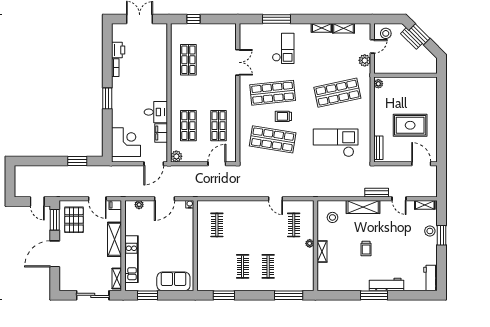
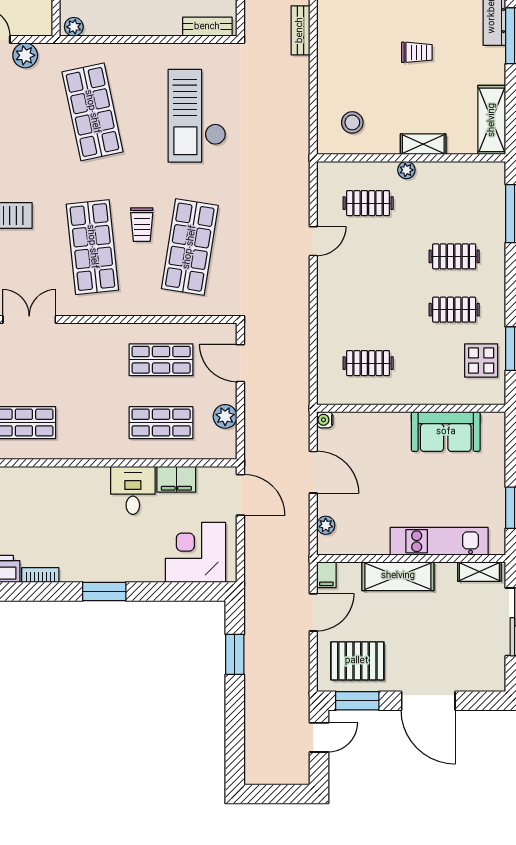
plant: (176, 156) -> (225, 416), moved
shelving: (363, 207) -> (492, 120), moved
display table: (218, 279) -> (481, 360), added
sofa: (173, 281) -> (446, 432), moved, turned -90

